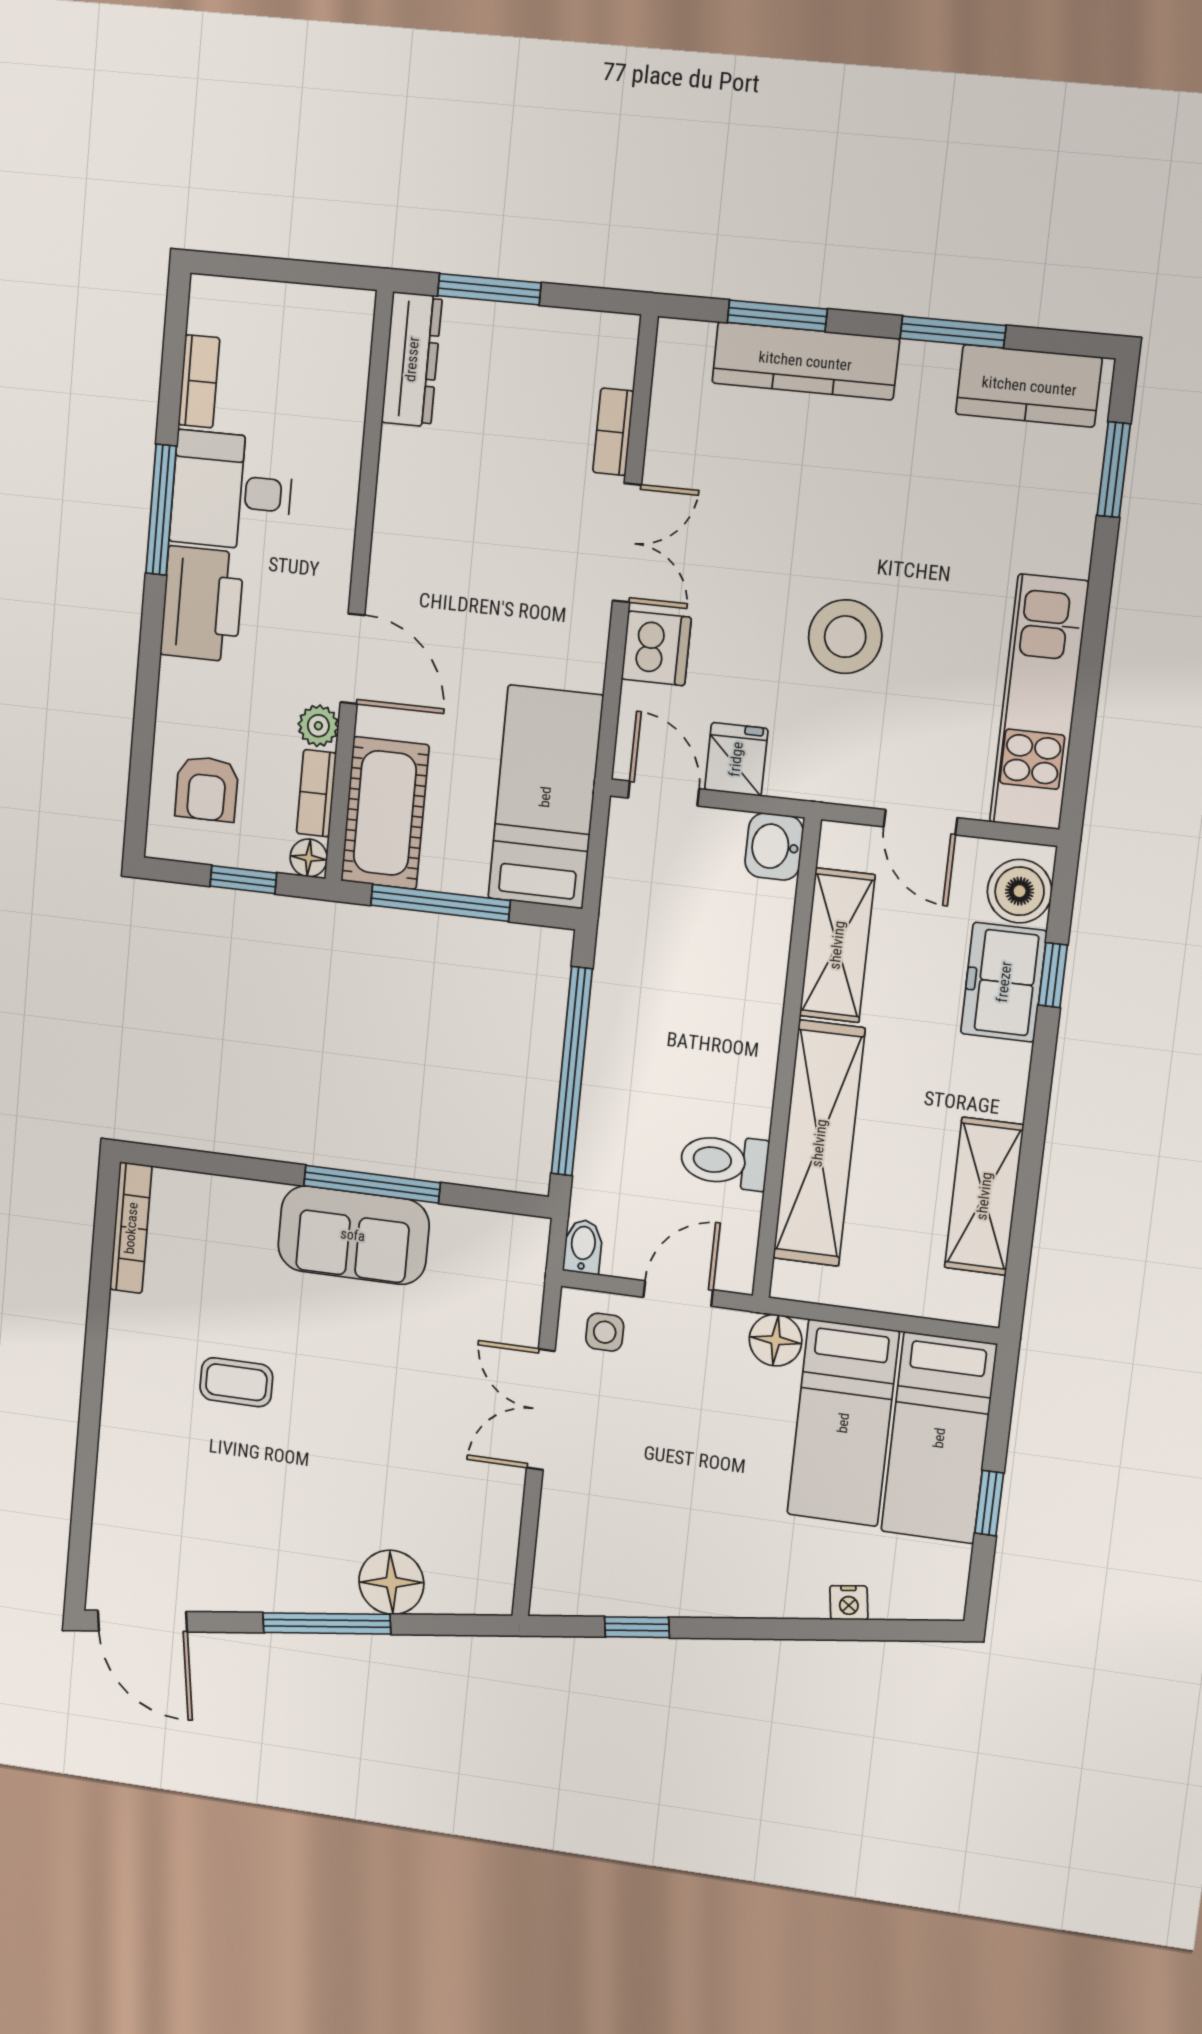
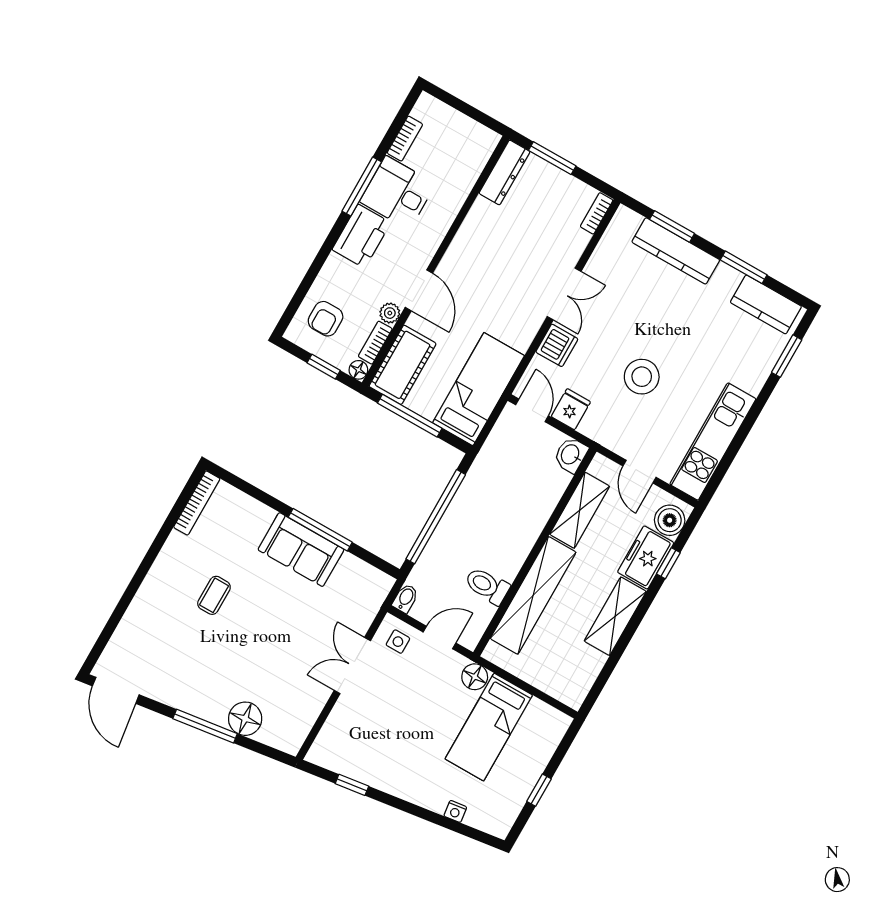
bookcase: (613, 432) -> (597, 213), moved
shelving: (984, 1196) -> (615, 616), moved
coffee table: (236, 1382) -> (214, 595), turned 90
bed: (939, 1438) -> (529, 751), removed

